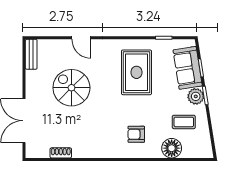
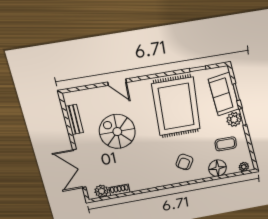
bench: (31, 54) -> (74, 120), moved
rug: (136, 72) -> (176, 107), width x1.37, depth x1.44
armchair: (136, 134) -> (184, 162), turned -60
plant: (41, 151) -> (102, 191), added
plant: (201, 152) -> (244, 167), added

